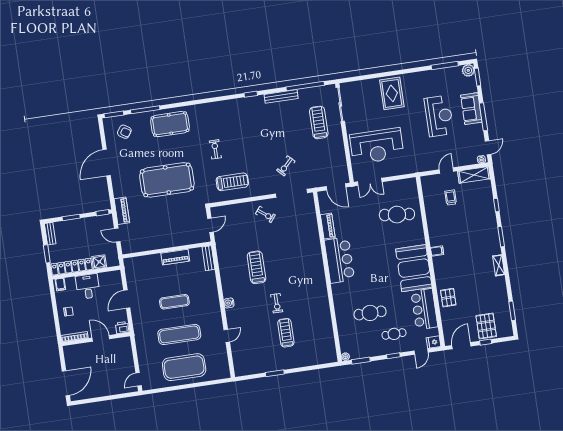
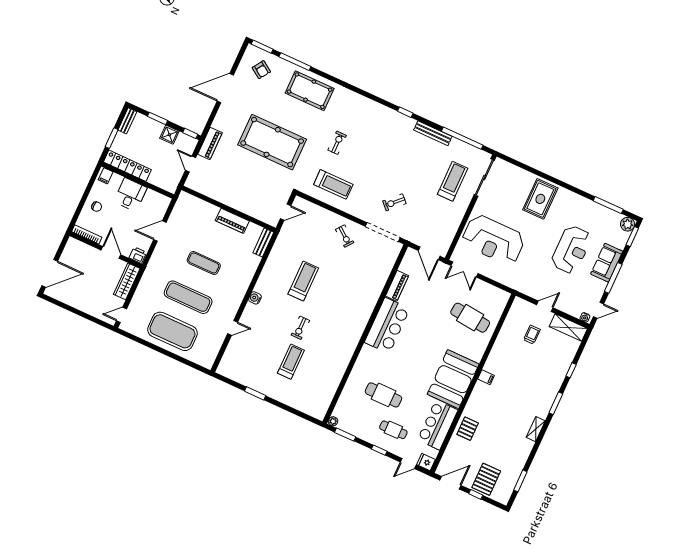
shower: (99, 262) -> (169, 135), moved
wardrobe: (126, 352) -> (127, 281), added

